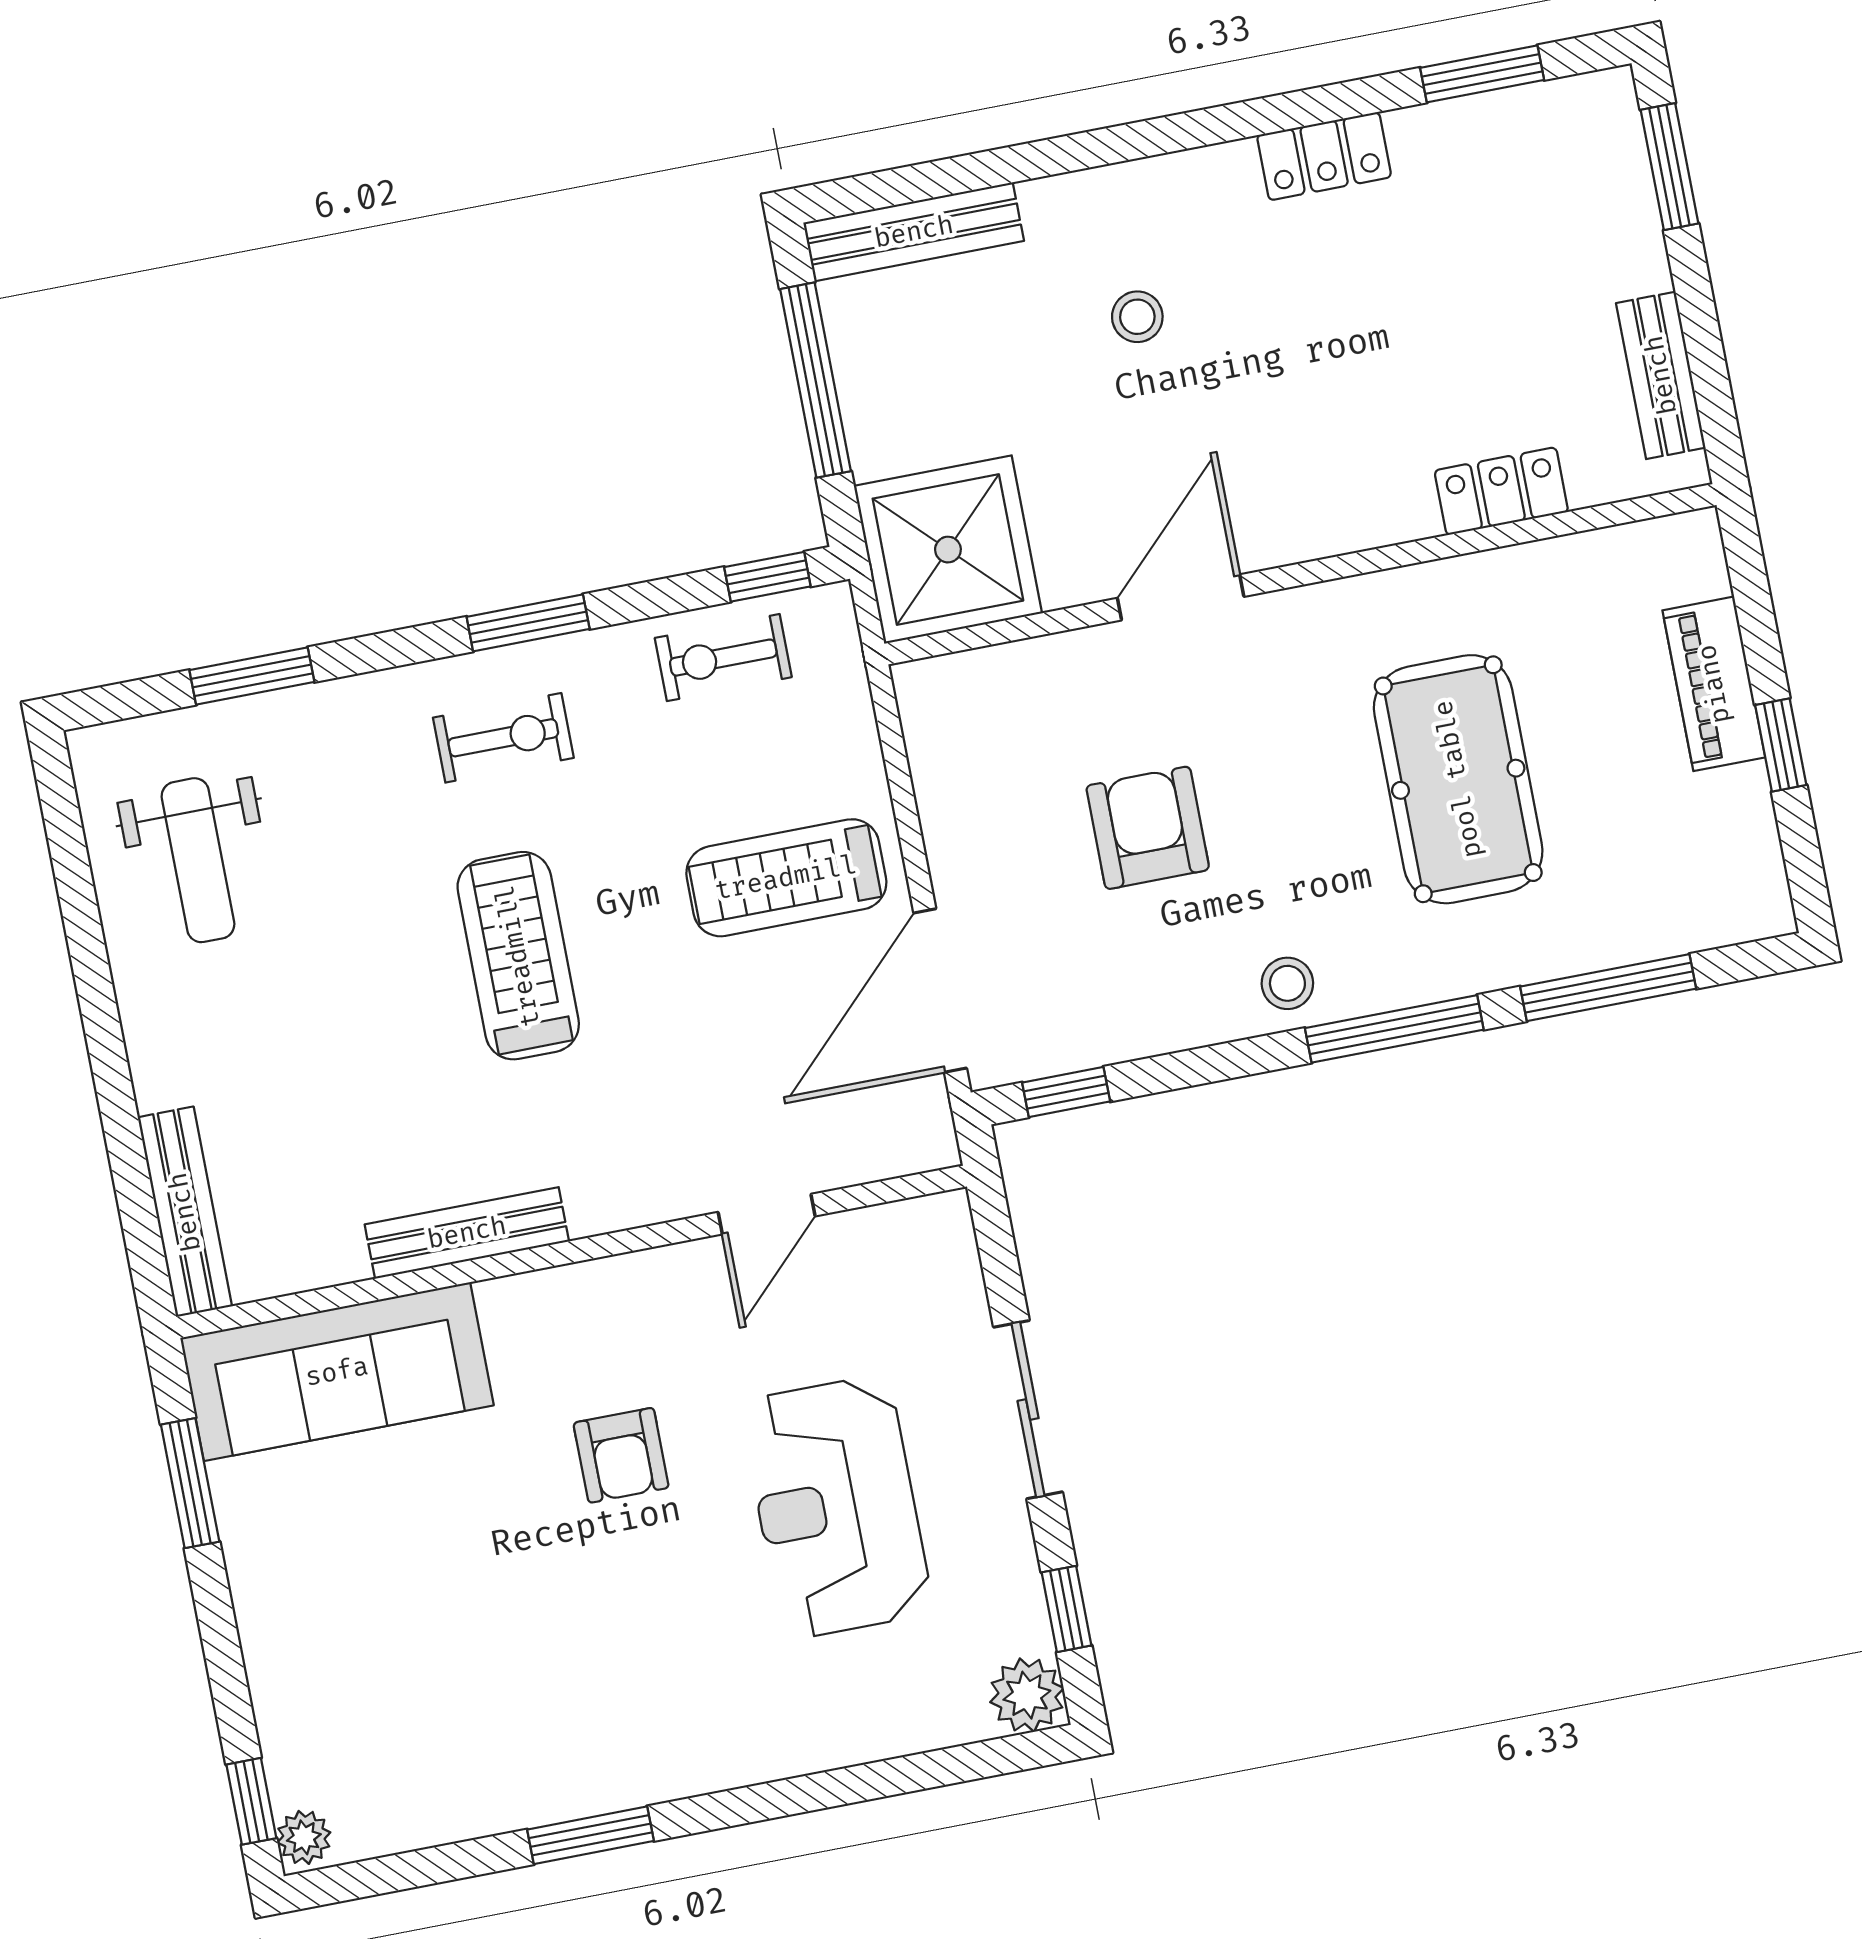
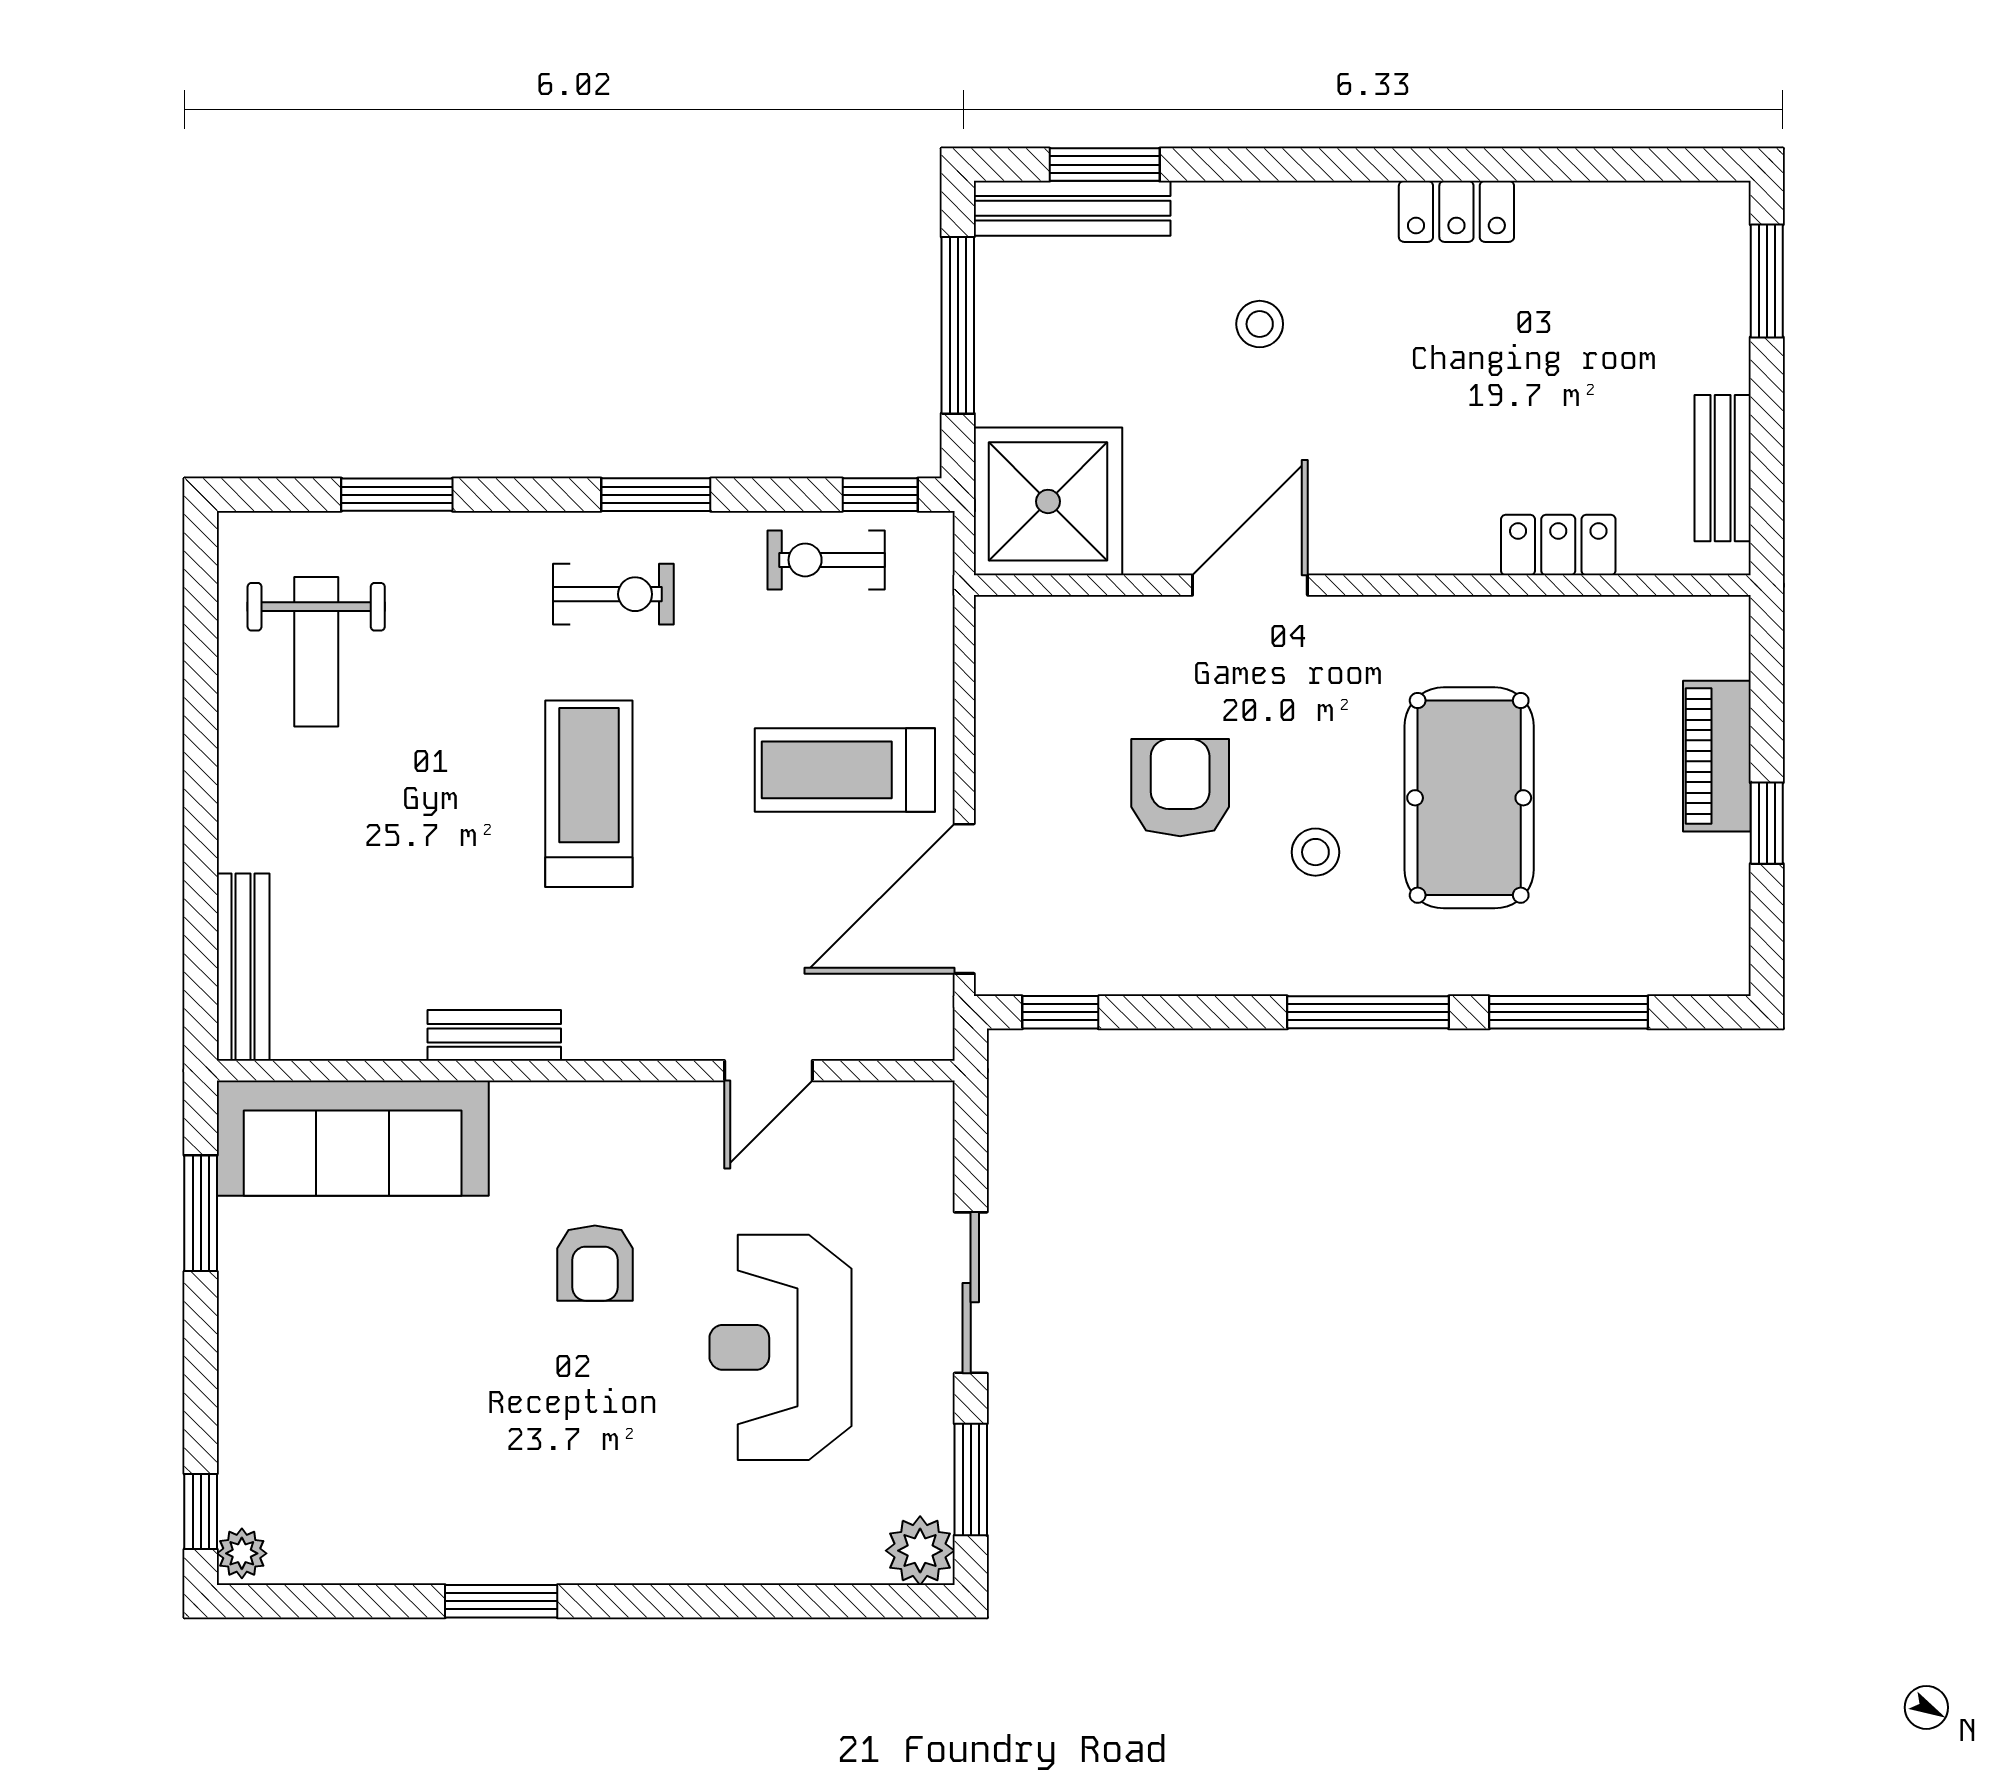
window: (1482, 74) -> (1105, 165), moved
stool: (1287, 983) -> (1315, 852), moved
bench: (467, 1233) -> (494, 1035), width x0.73
window: (1066, 1609) -> (971, 1480), width x1.50

